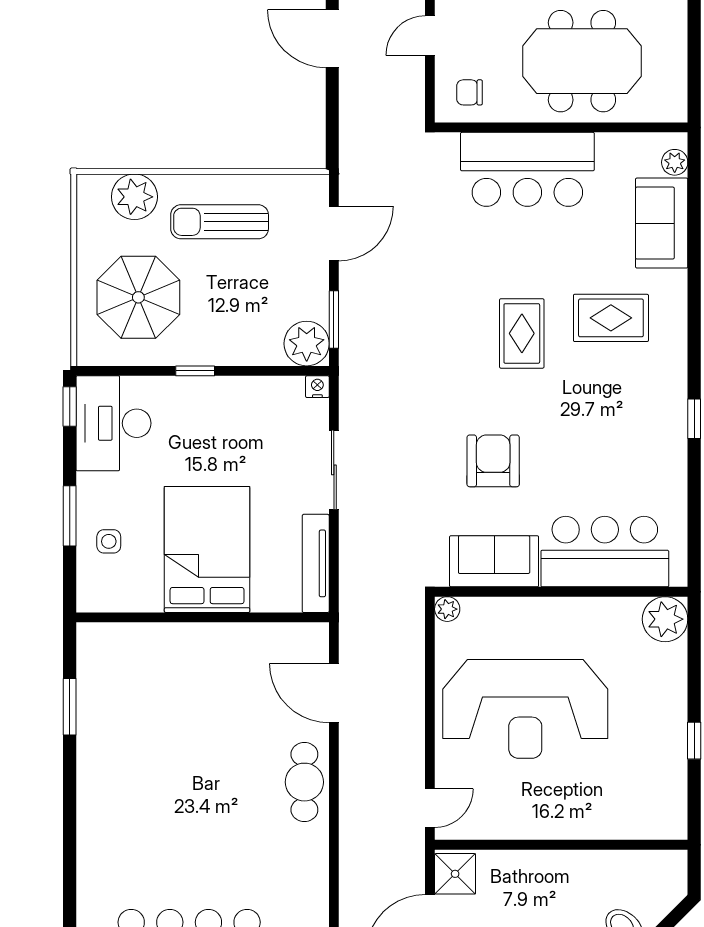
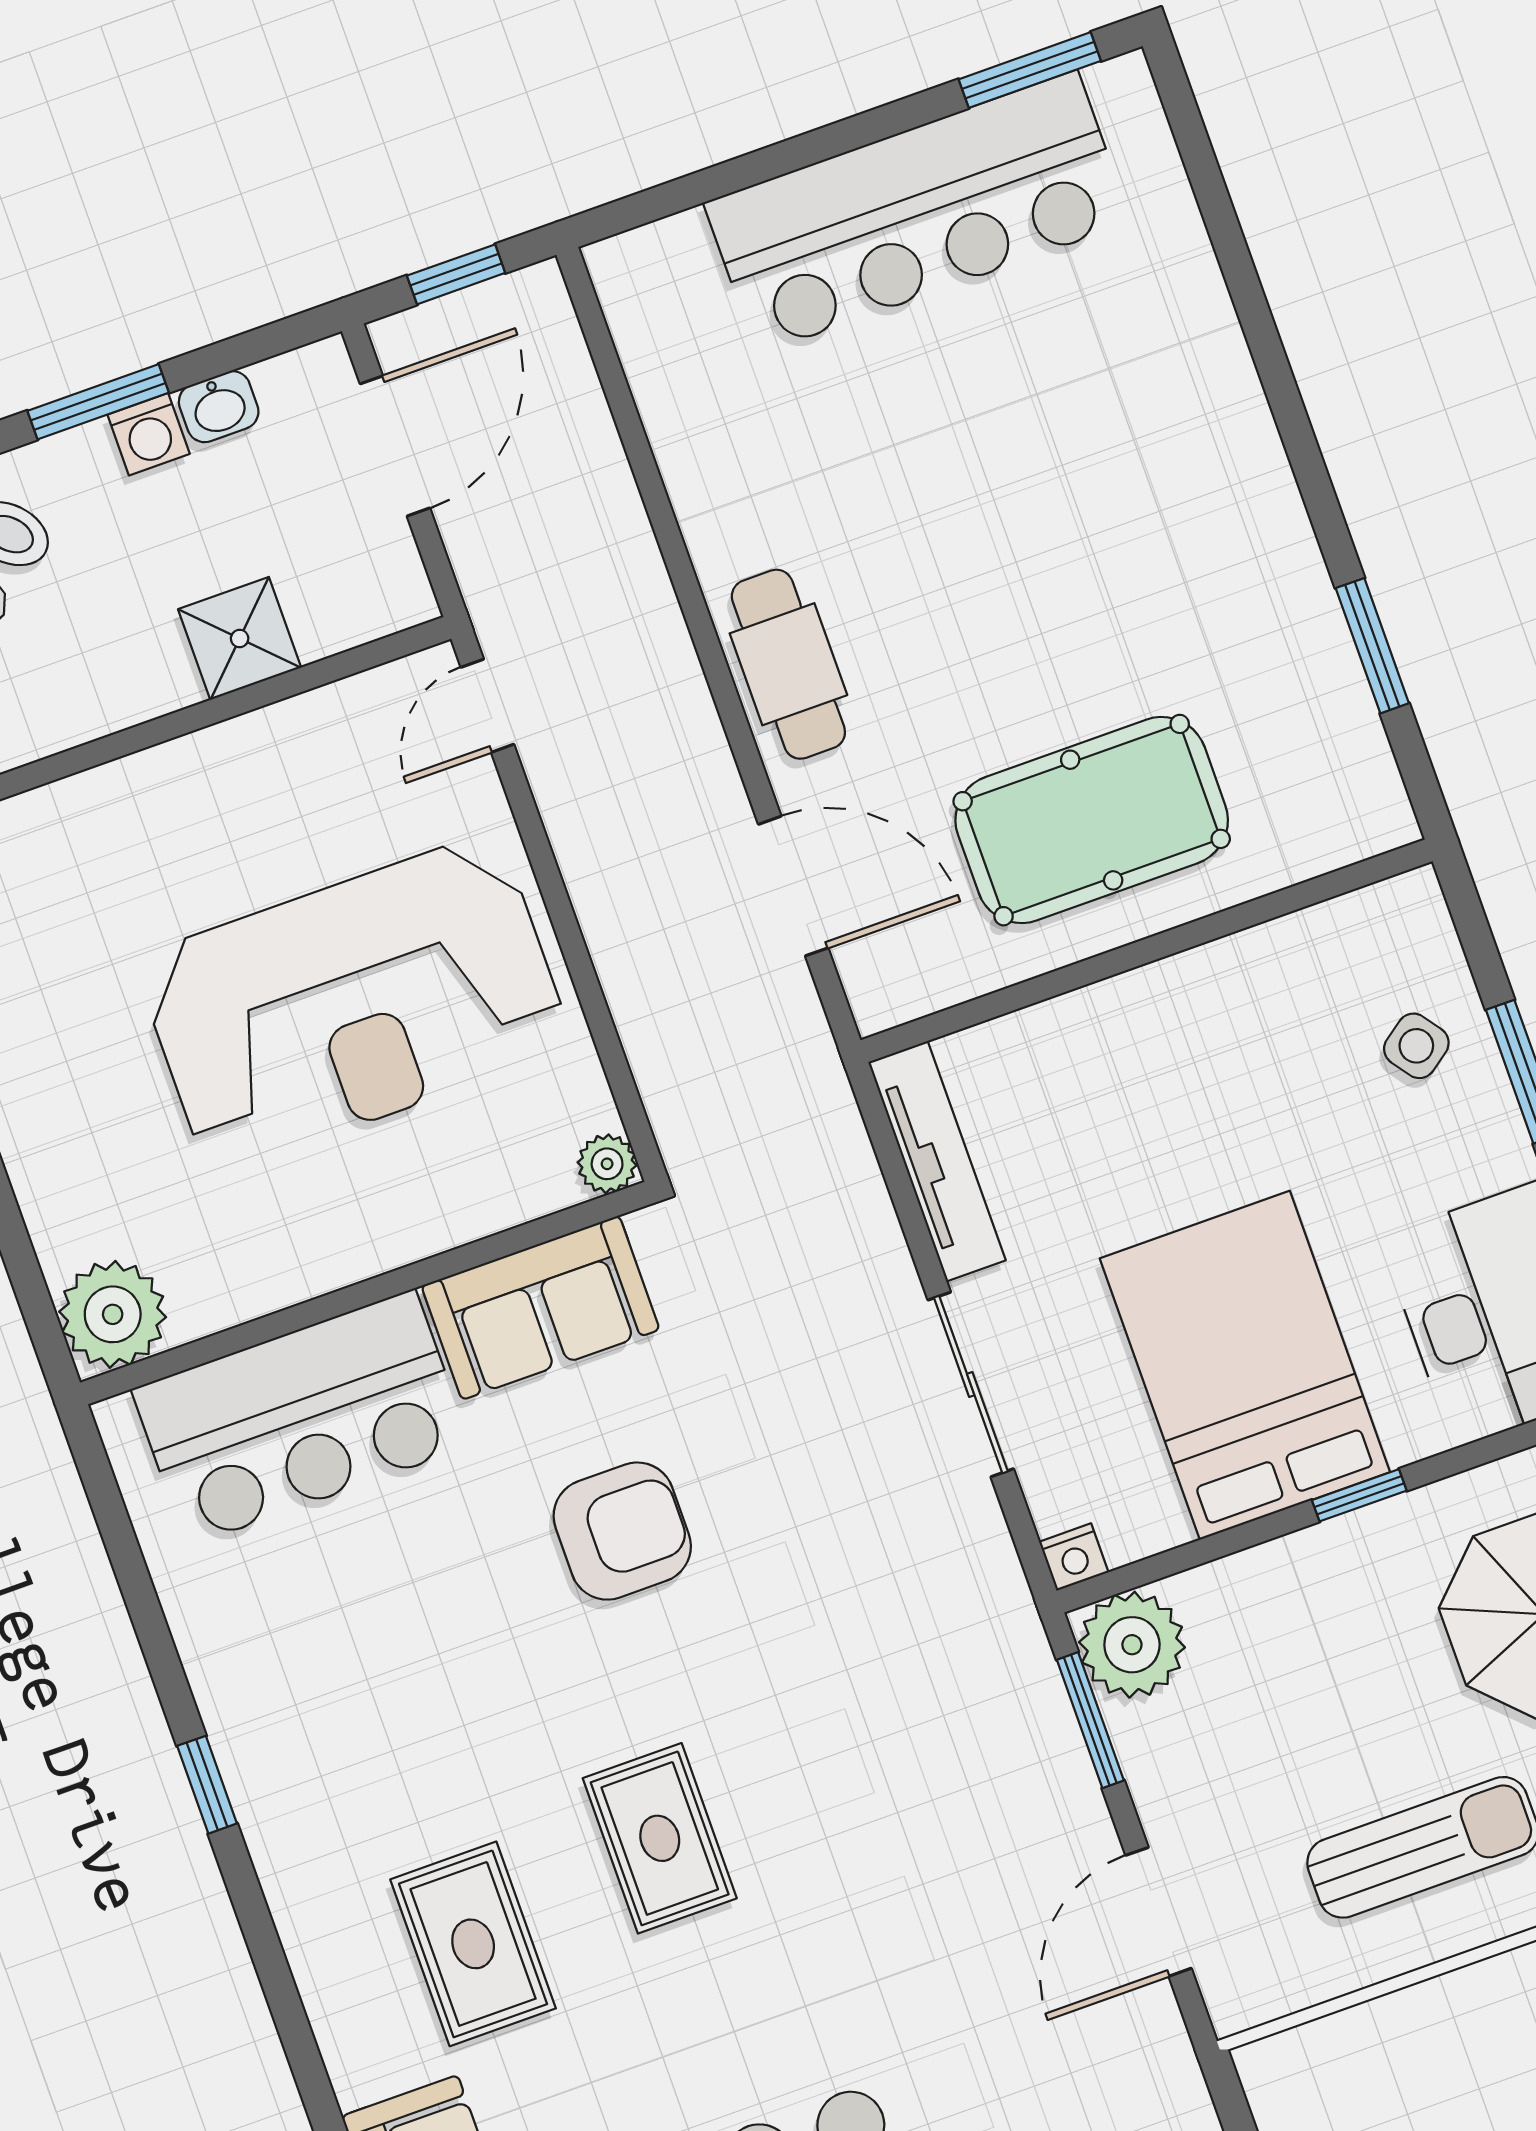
rug: (611, 318) -> (473, 1944), turned 90
armchair: (493, 461) -> (622, 1531), turned -90
side table: (109, 541) -> (1416, 1046), turned -36
bed: (207, 550) -> (1245, 1365), moved, turned 180
pool table: (206, 677) -> (1092, 820), added
reception desk: (525, 709) -> (353, 1003), turned 180
shower: (455, 874) -> (240, 638), moved

